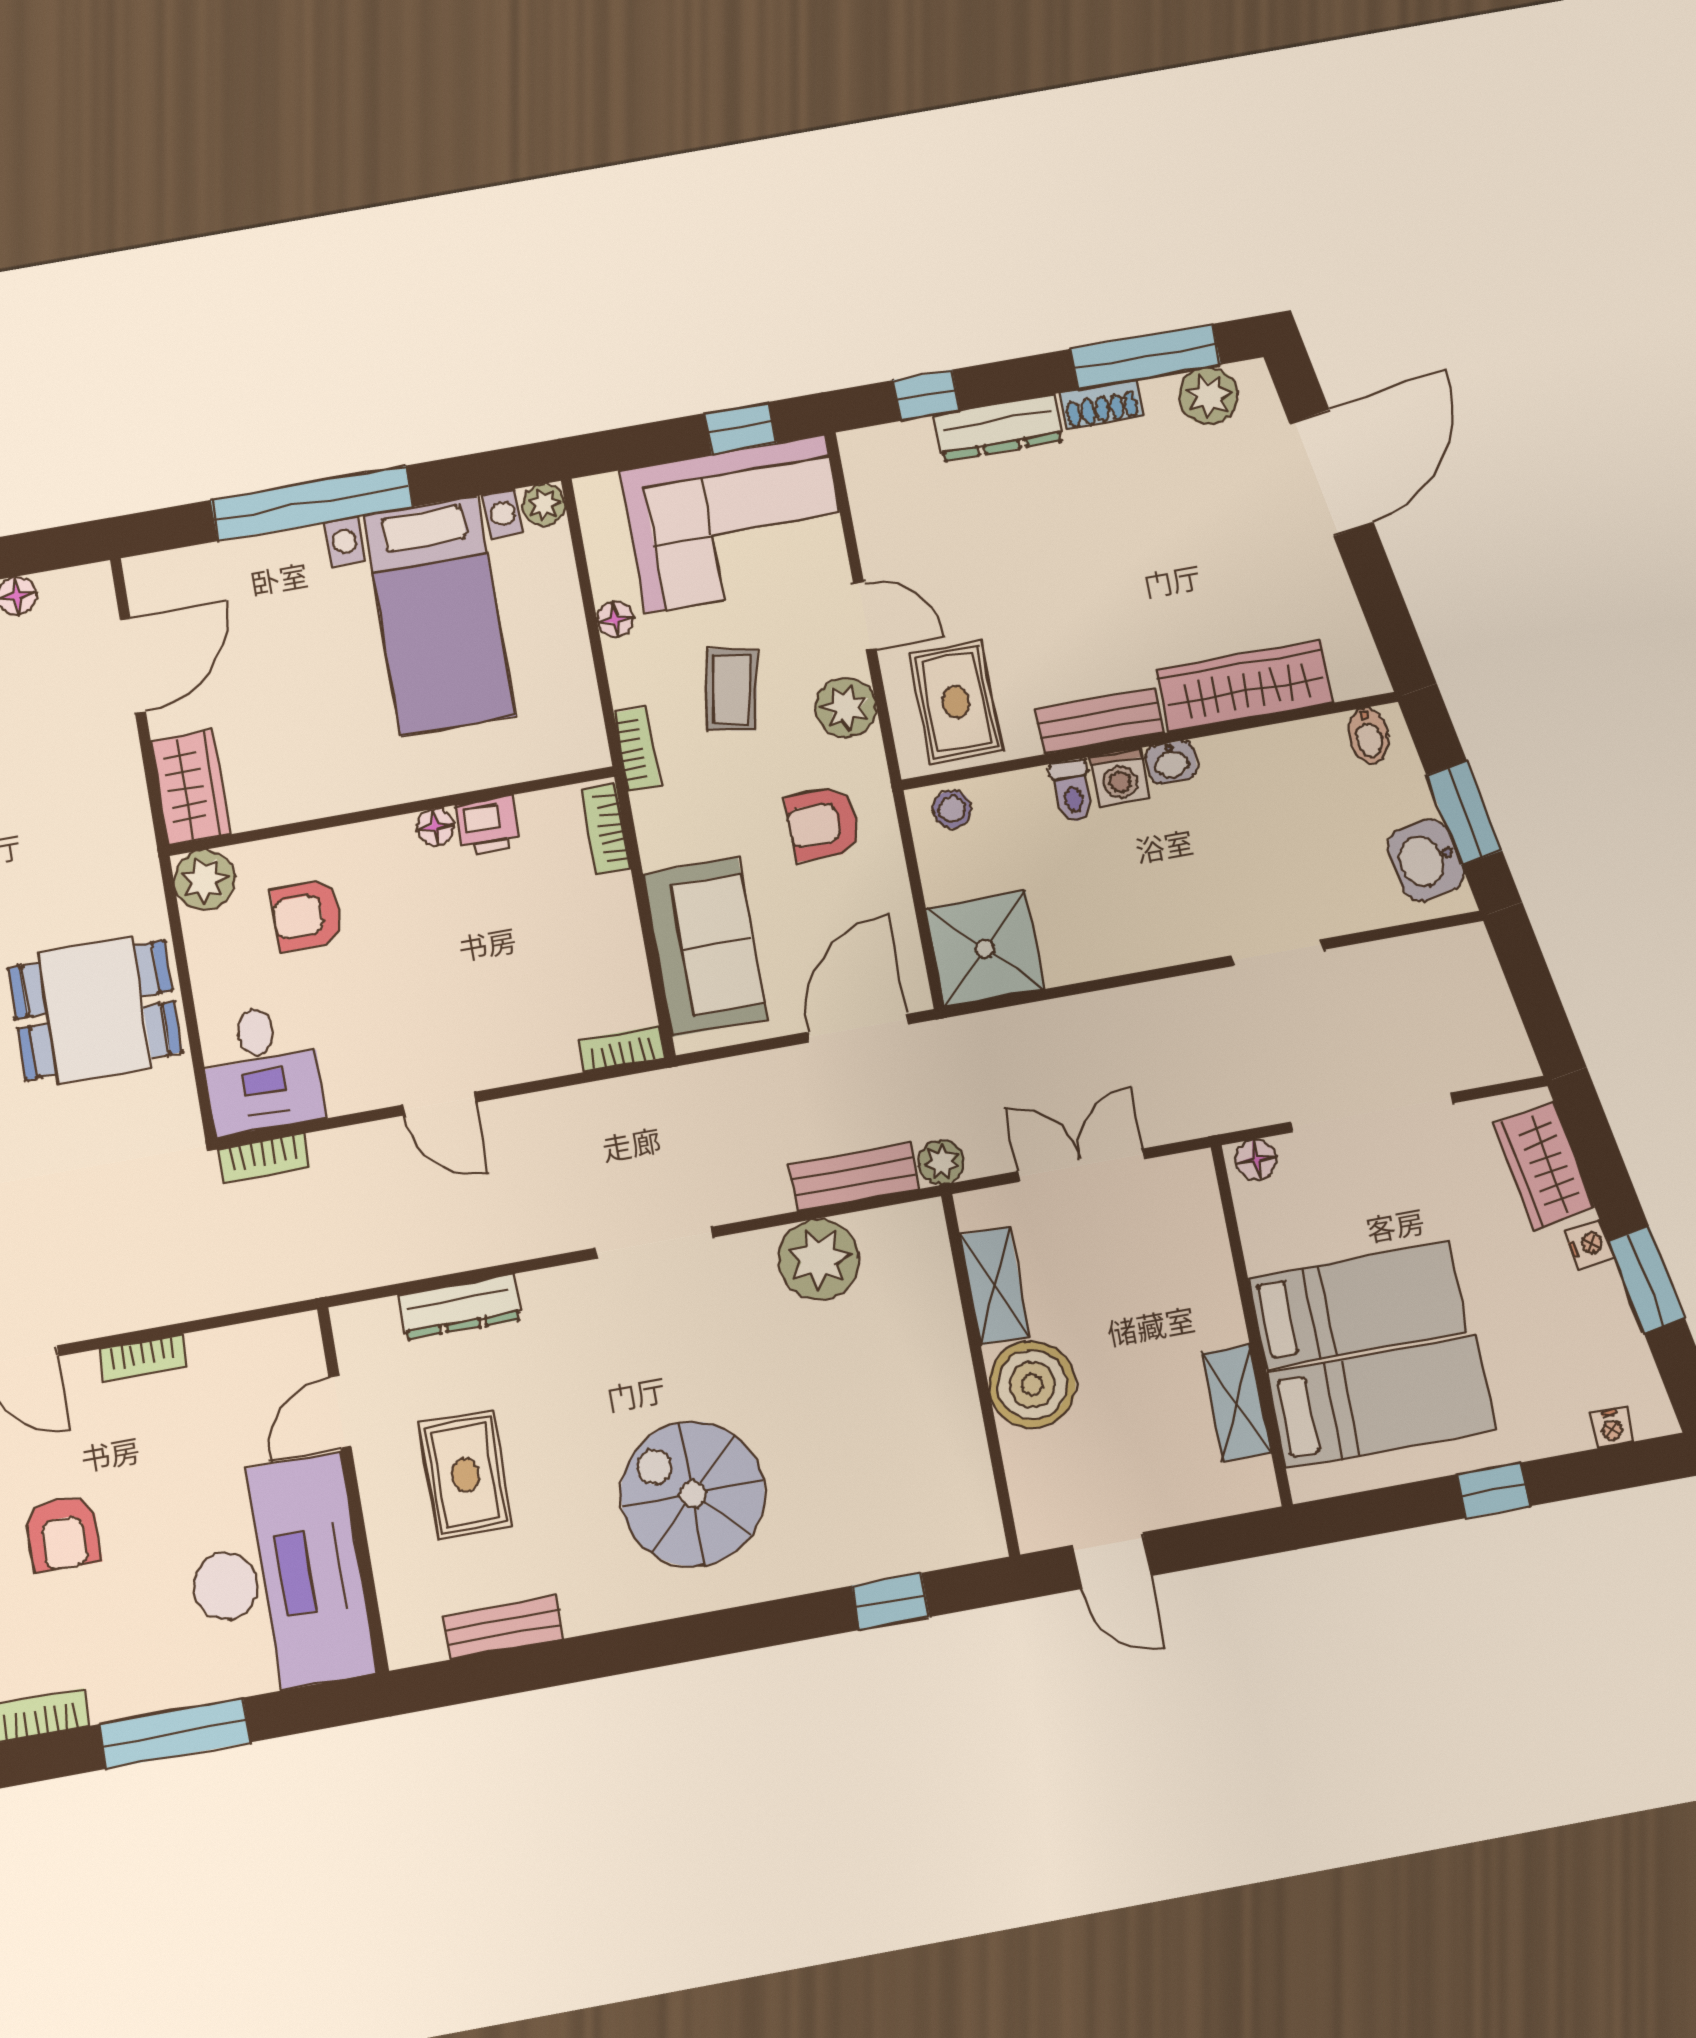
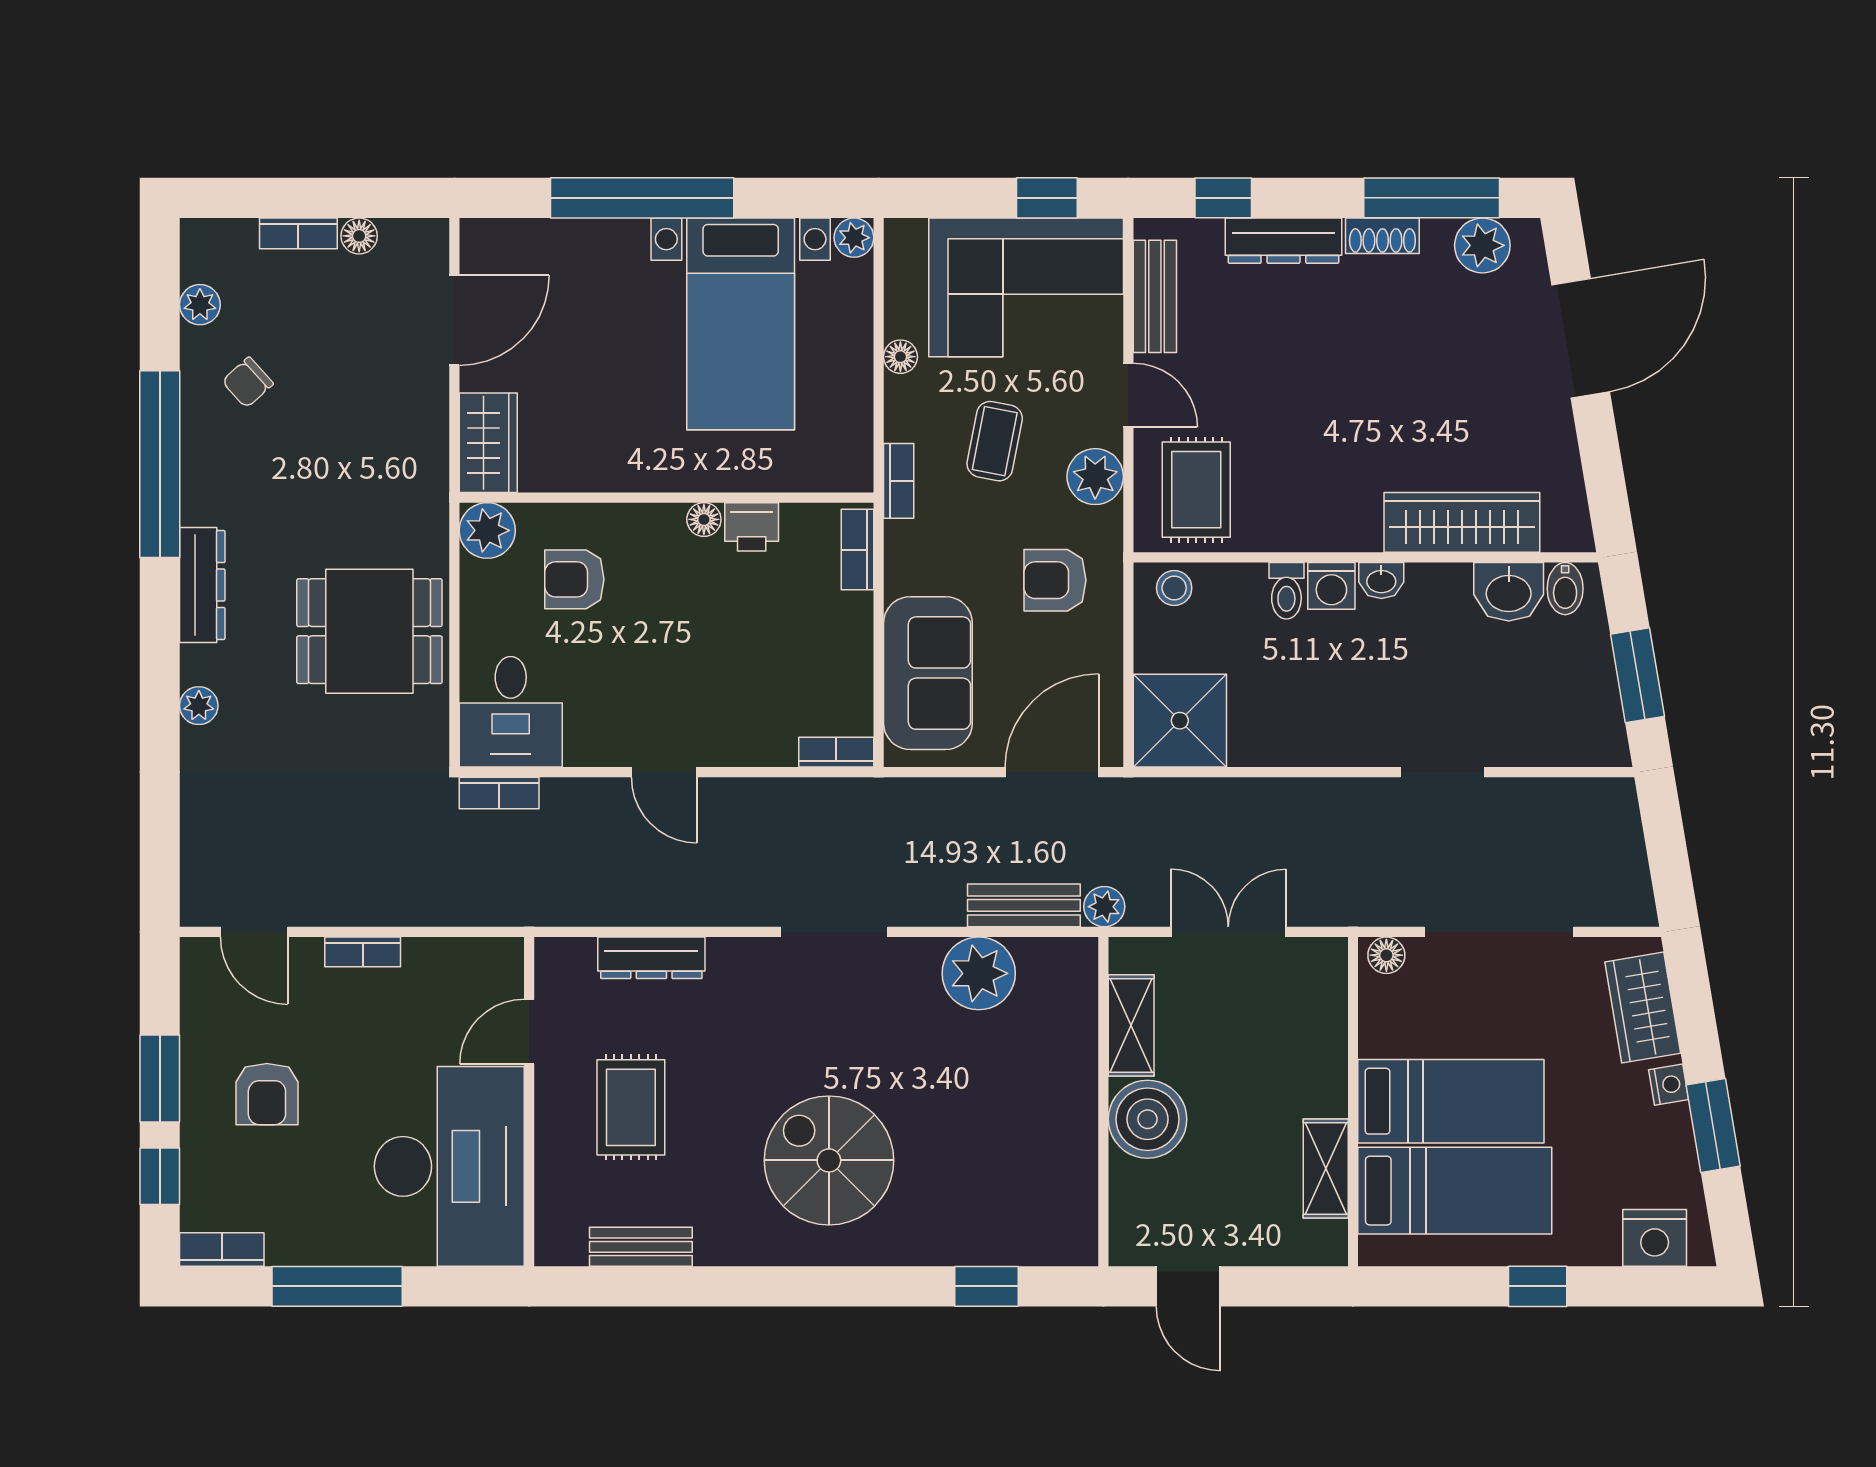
bench: (1100, 721) -> (1155, 296), moved, turned 90
washbasin: (1426, 860) -> (1509, 592), moved, turned -80
nightstand: (1612, 1428) -> (1655, 1238), width x1.89, depth x1.79

